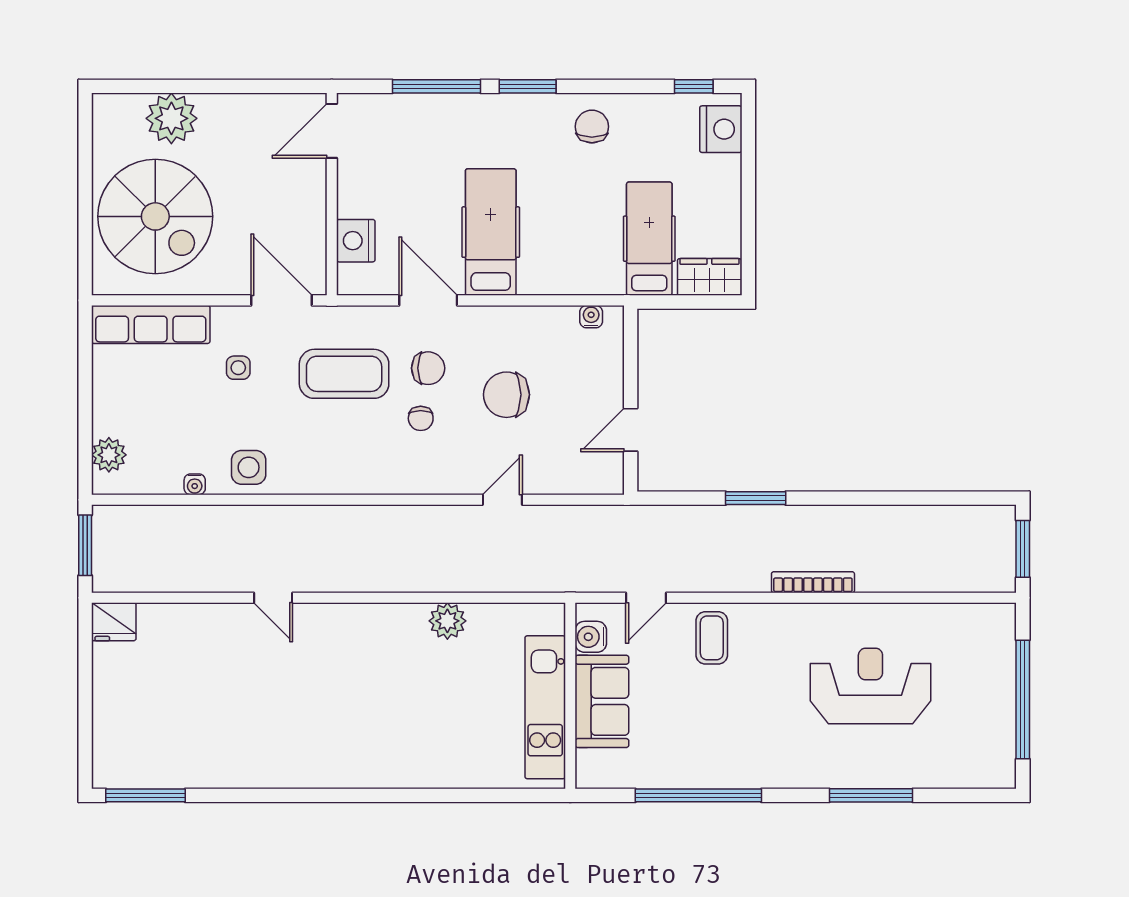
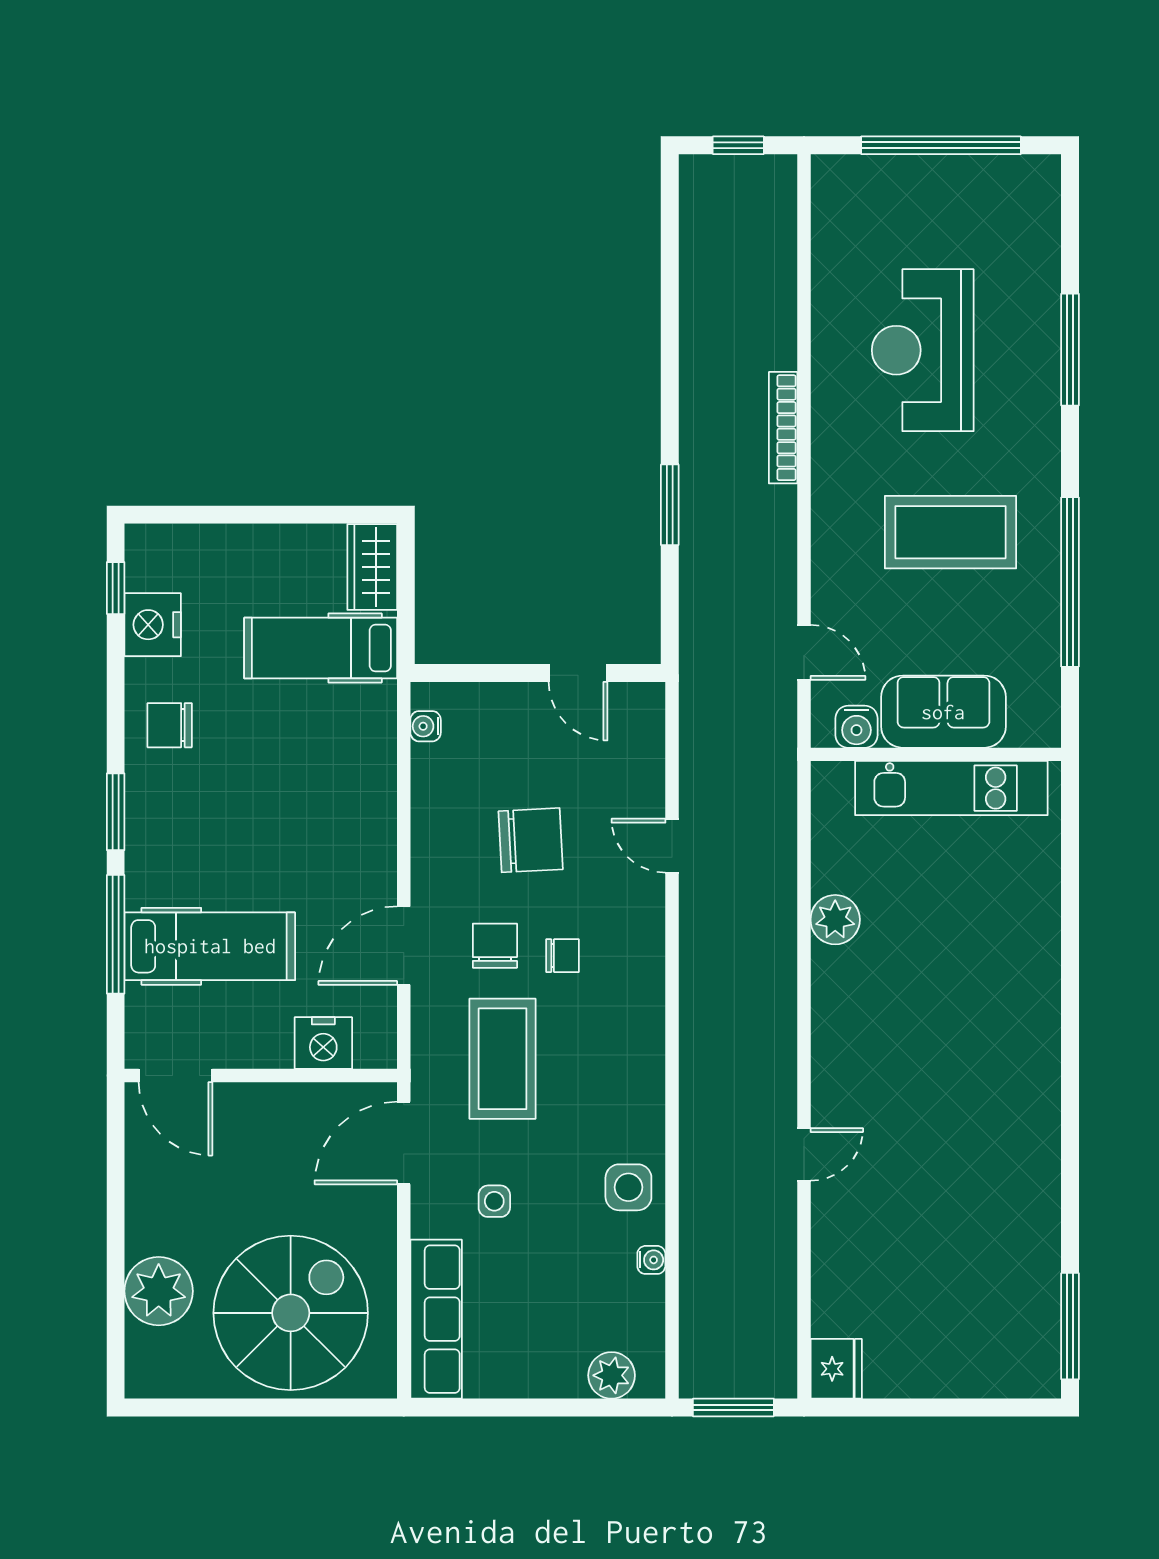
nightstand: (721, 129) -> (153, 625), moved, turned -90
hospital bed: (491, 232) -> (210, 946), moved, turned 180
chair: (506, 395) -> (531, 840), turned -93
window: (1023, 549) -> (738, 145), width x0.67
coffee table: (712, 638) -> (951, 532), moved, width x1.86, depth x1.72

